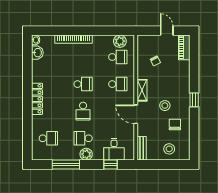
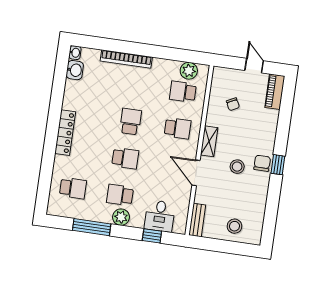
school desk: (118, 57) -> (183, 92), turned 180
school desk: (83, 84) -> (131, 122), turned -90
school desk: (83, 111) -> (125, 158), turned -90
chair: (175, 124) -> (262, 163), moved

